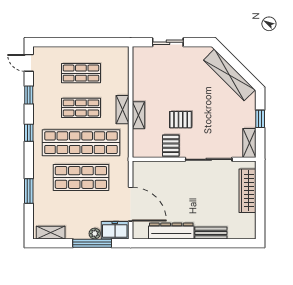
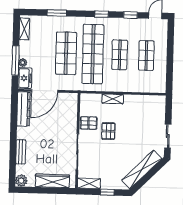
sliding door: (168, 42) -> (168, 136), moved
shelving: (123, 110) -> (117, 87), removed
dresser: (171, 231) -> (23, 109), moved
plant: (248, 231) -> (21, 181), added

